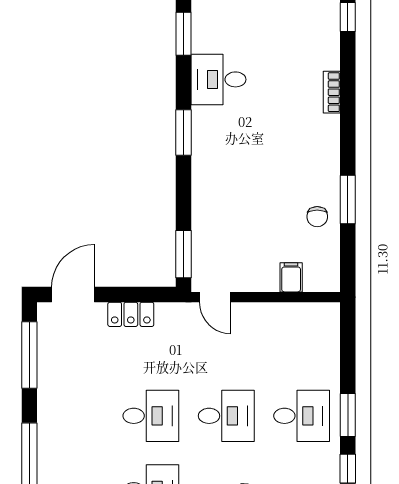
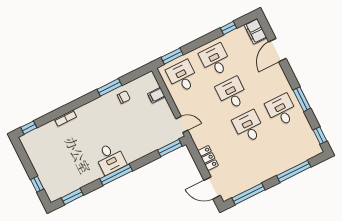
desk: (218, 79) -> (110, 158), moved
window: (184, 133) -> (116, 175), width x1.44
door: (215, 297) -> (182, 124), hinge flipped
desk: (302, 341) -> (182, 76), added
window: (348, 415) -> (172, 56), moved

